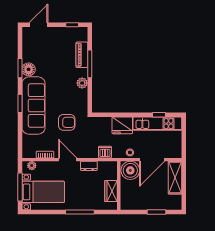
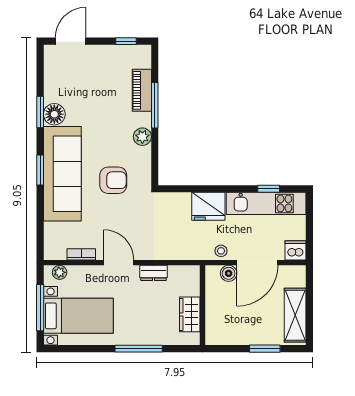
armchair: (67, 122) -> (113, 180), moved
dishwasher: (105, 152) -> (296, 250), moved
boiler: (130, 170) -> (229, 273), width x0.54, depth x0.54
shelving: (175, 178) -> (295, 315), moved

